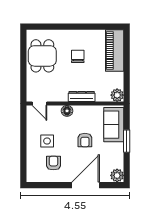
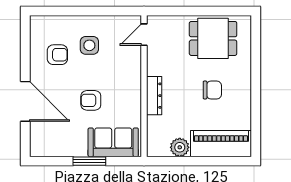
plant: (117, 95) -> (180, 147), moved
floor lamp: (67, 111) -> (133, 74), removed
plant: (117, 175) -> (39, 147), removed

